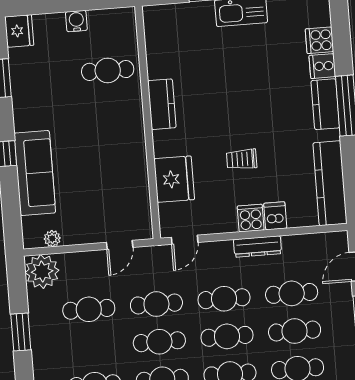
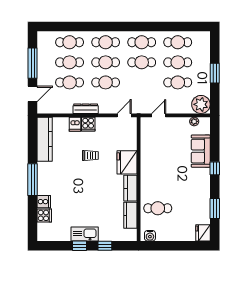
water cooler: (76, 21) -> (150, 236), moved
kitchen counter: (325, 104) -> (130, 215), moved, turned 180
sofa: (35, 173) -> (201, 151), width x0.73
fridge: (174, 179) -> (127, 162), moved
cafe table: (156, 304) -> (178, 62), moved

